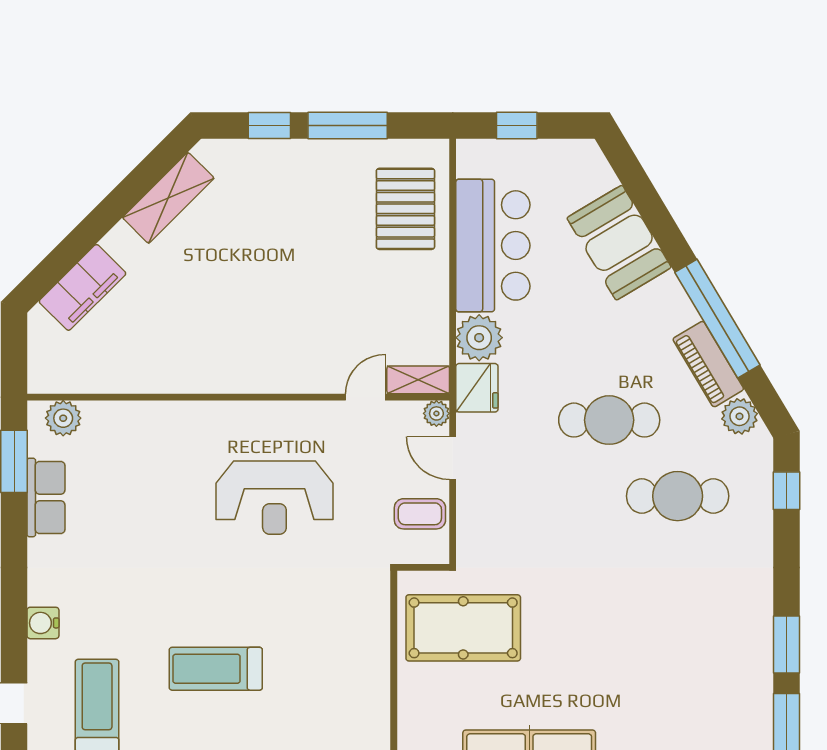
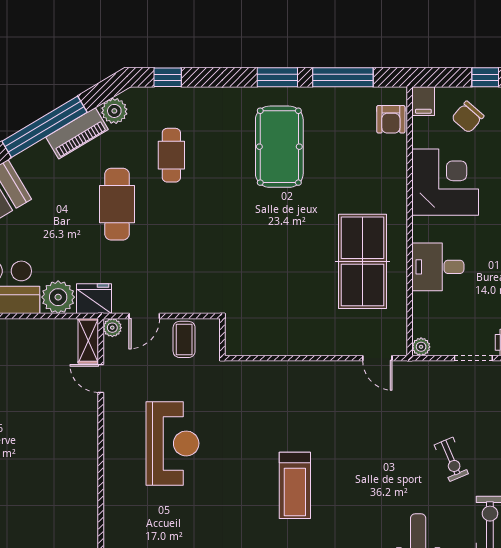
cafe table: (678, 496) -> (171, 155), width x0.73, depth x0.74
pool table: (463, 628) -> (279, 147), moved

